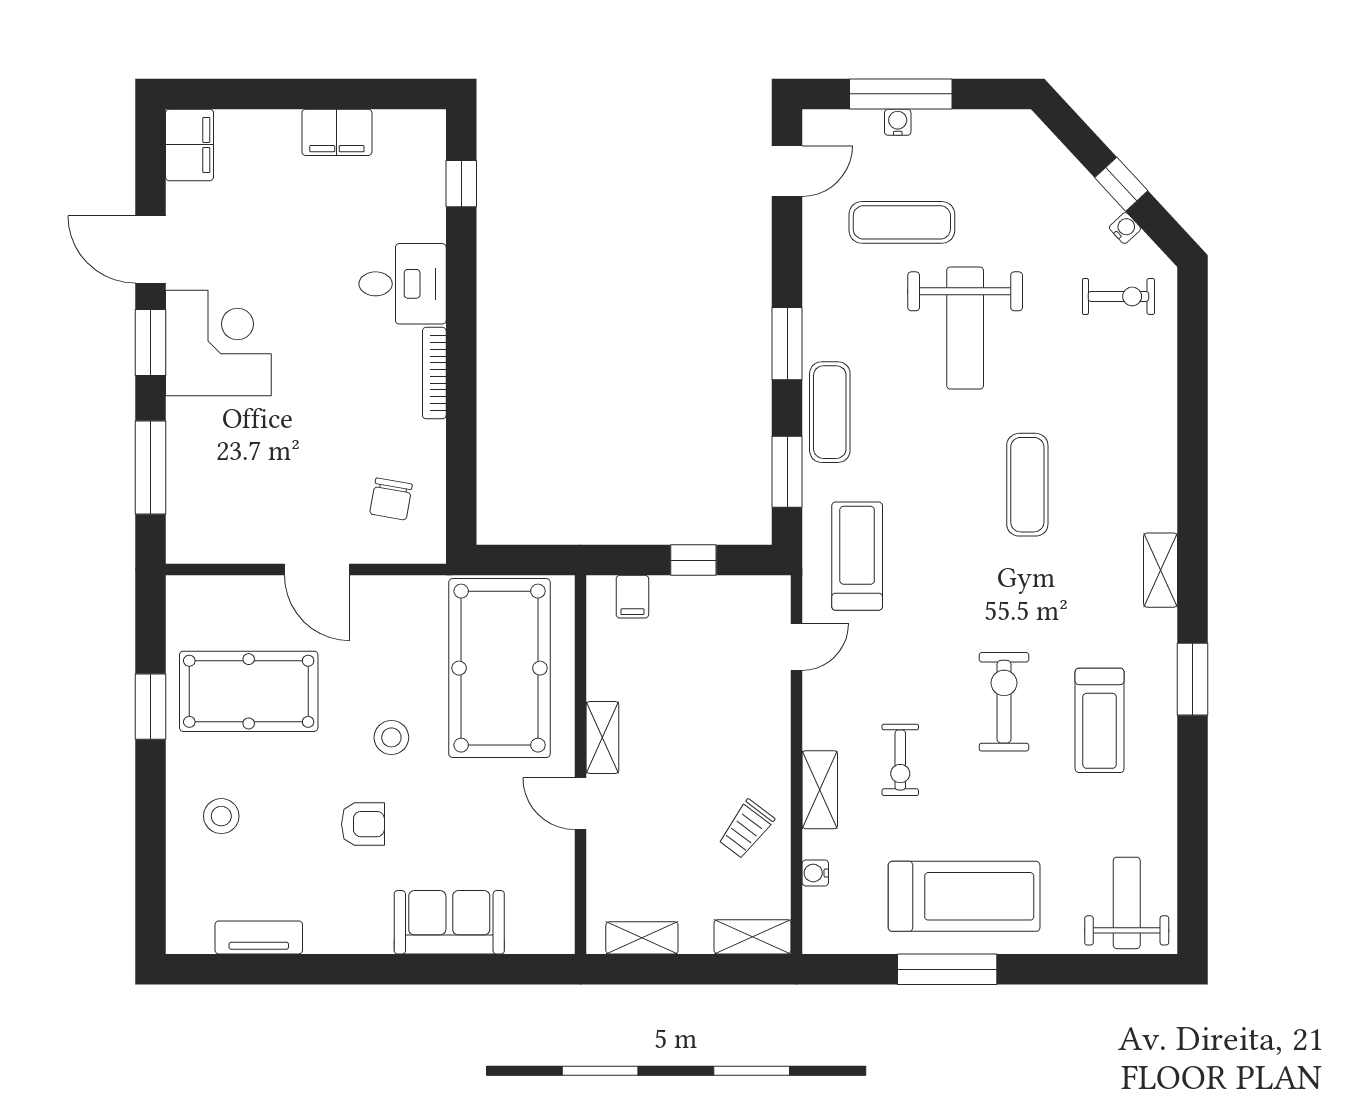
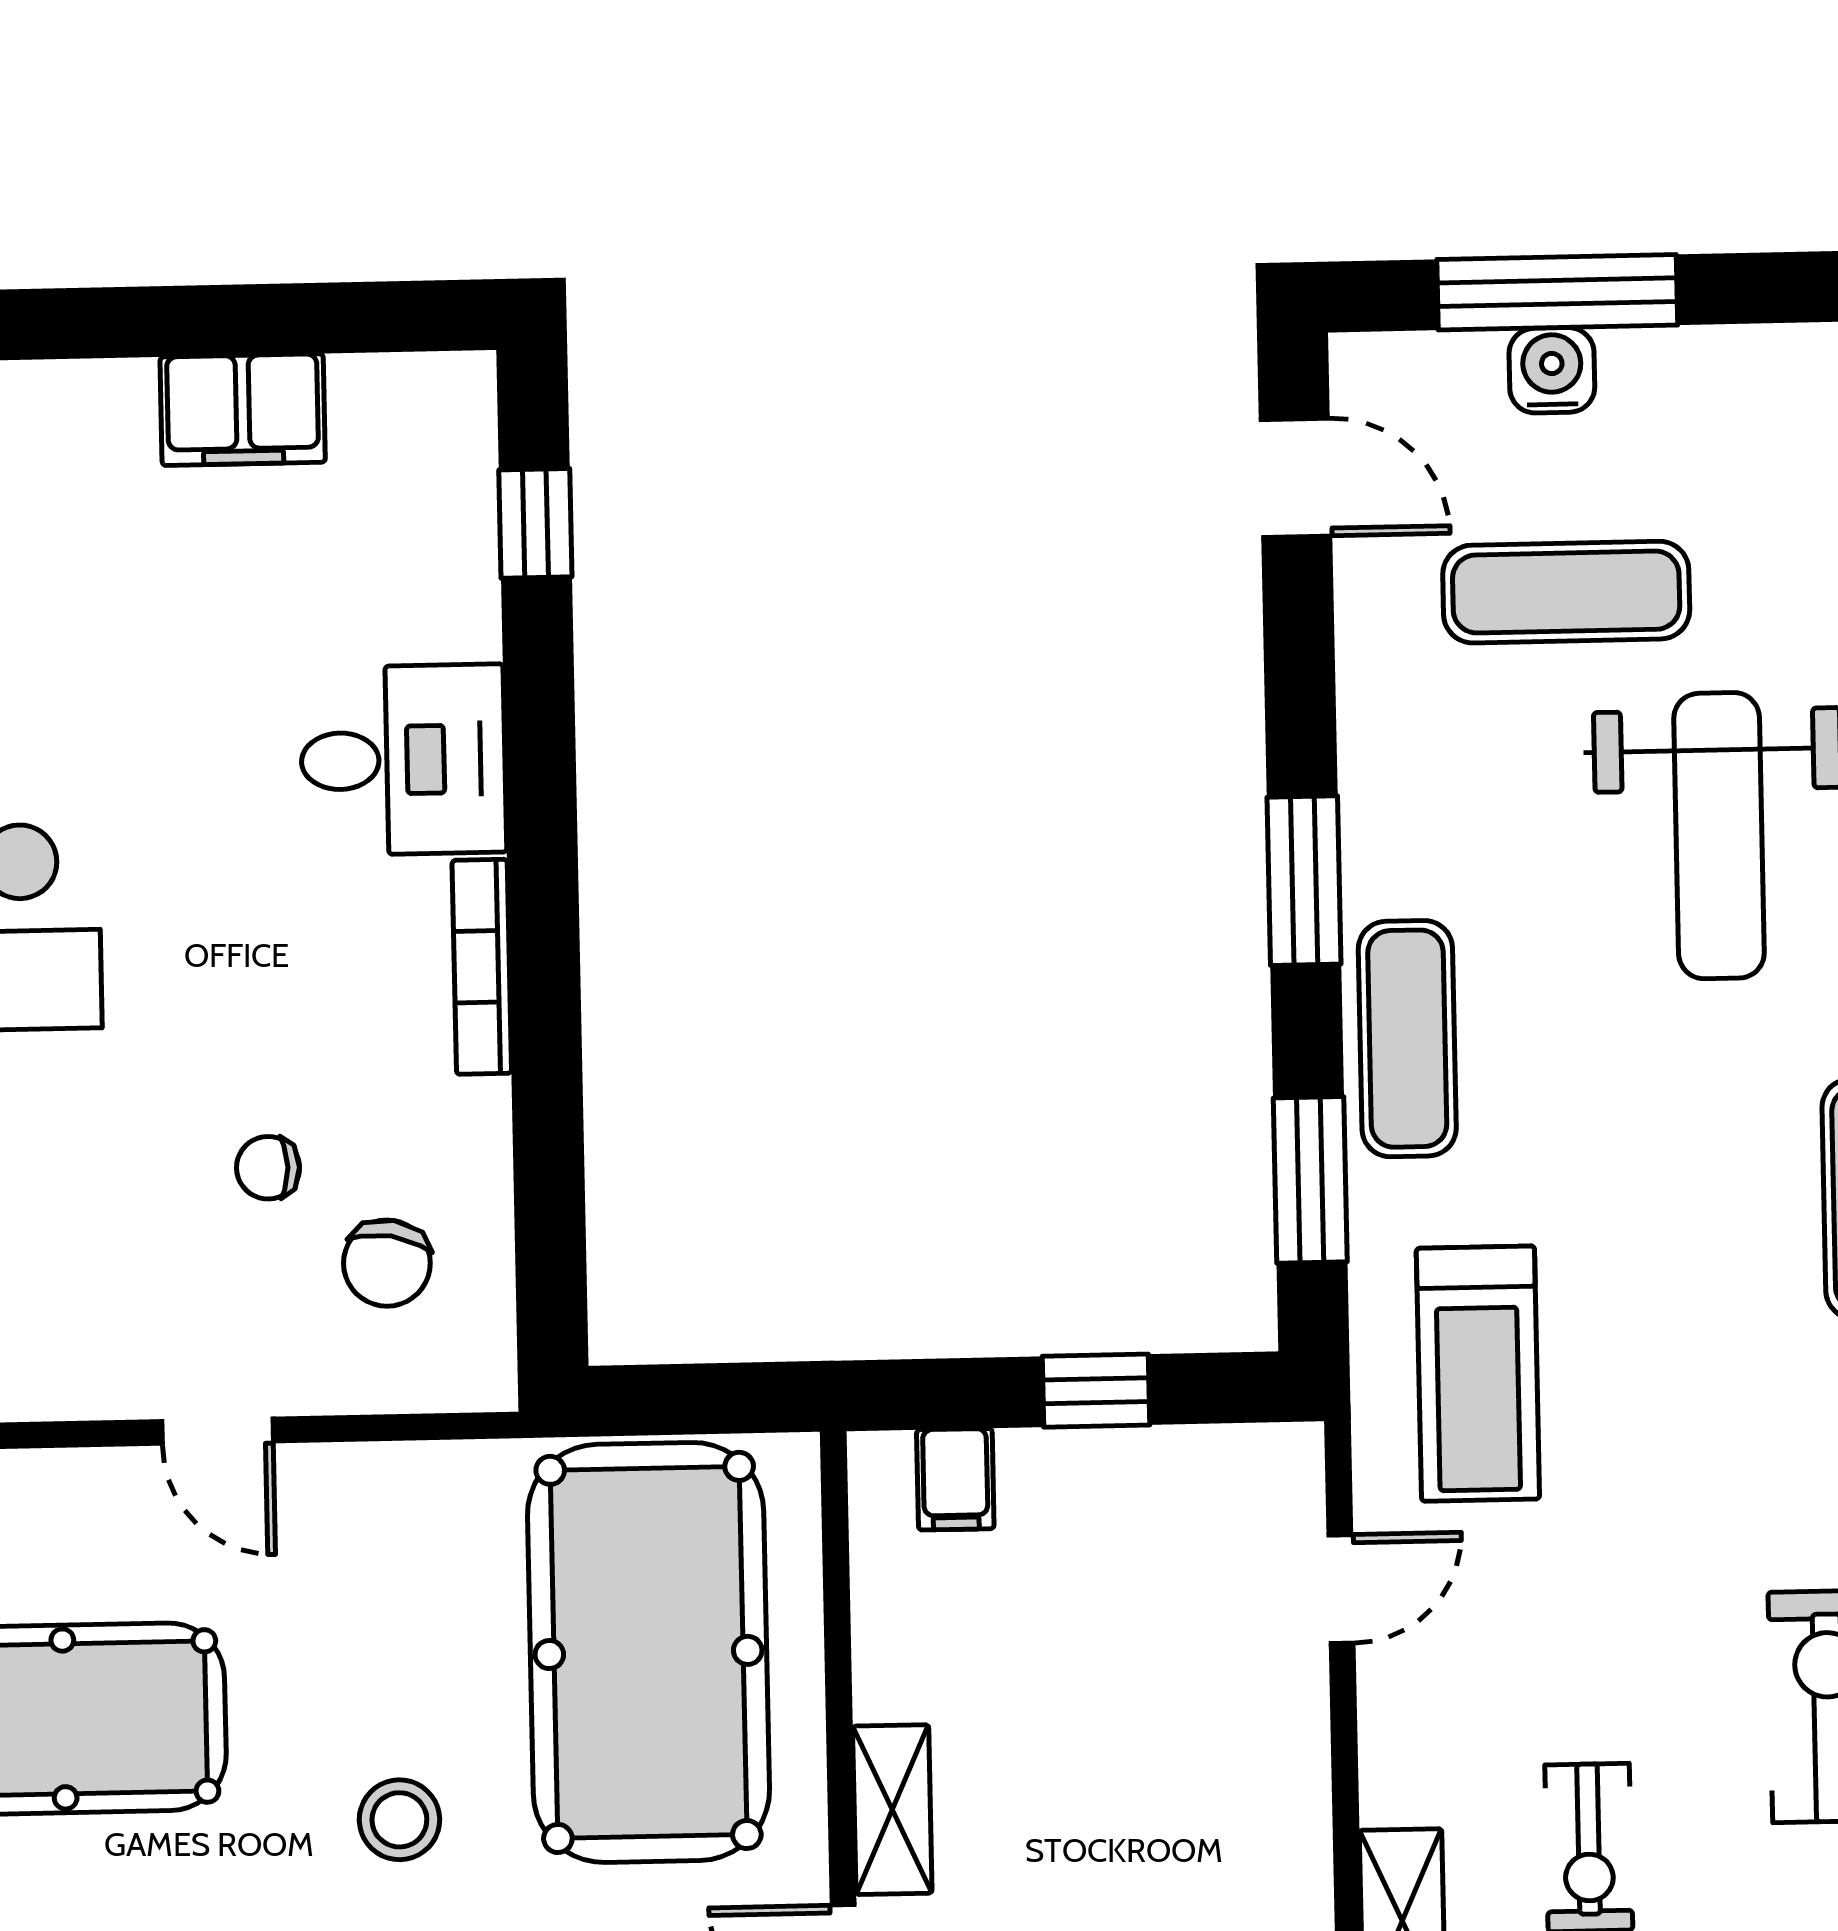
water cooler: (898, 122) -> (1552, 370), width x1.38, depth x1.38
door: (787, 171) -> (1296, 478), hinge flipped
chair: (341, 457) -> (268, 1168), added
treadmill: (857, 556) -> (1478, 1374), turned 180
door: (317, 569) -> (218, 1431), width x0.73

